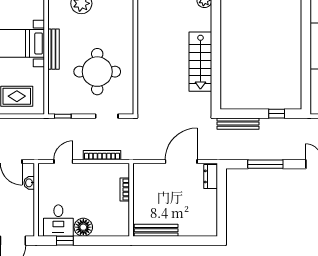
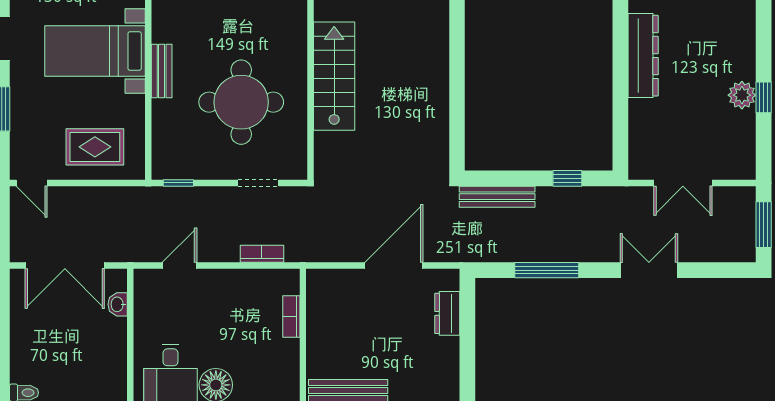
bench: (53, 49) -> (162, 71), width x0.73
stairs: (200, 62) -> (334, 76), moved, turned 180
bookcase: (102, 155) -> (262, 254), width x0.64
dresser: (211, 176) -> (447, 313), moved

